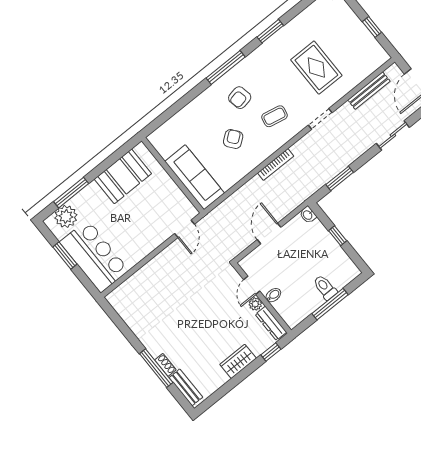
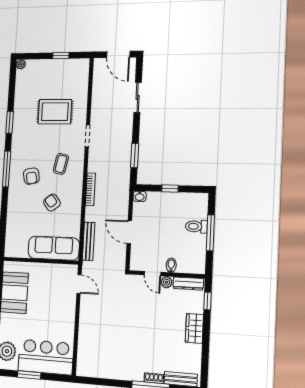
bench: (369, 91) -> (89, 241), moved

